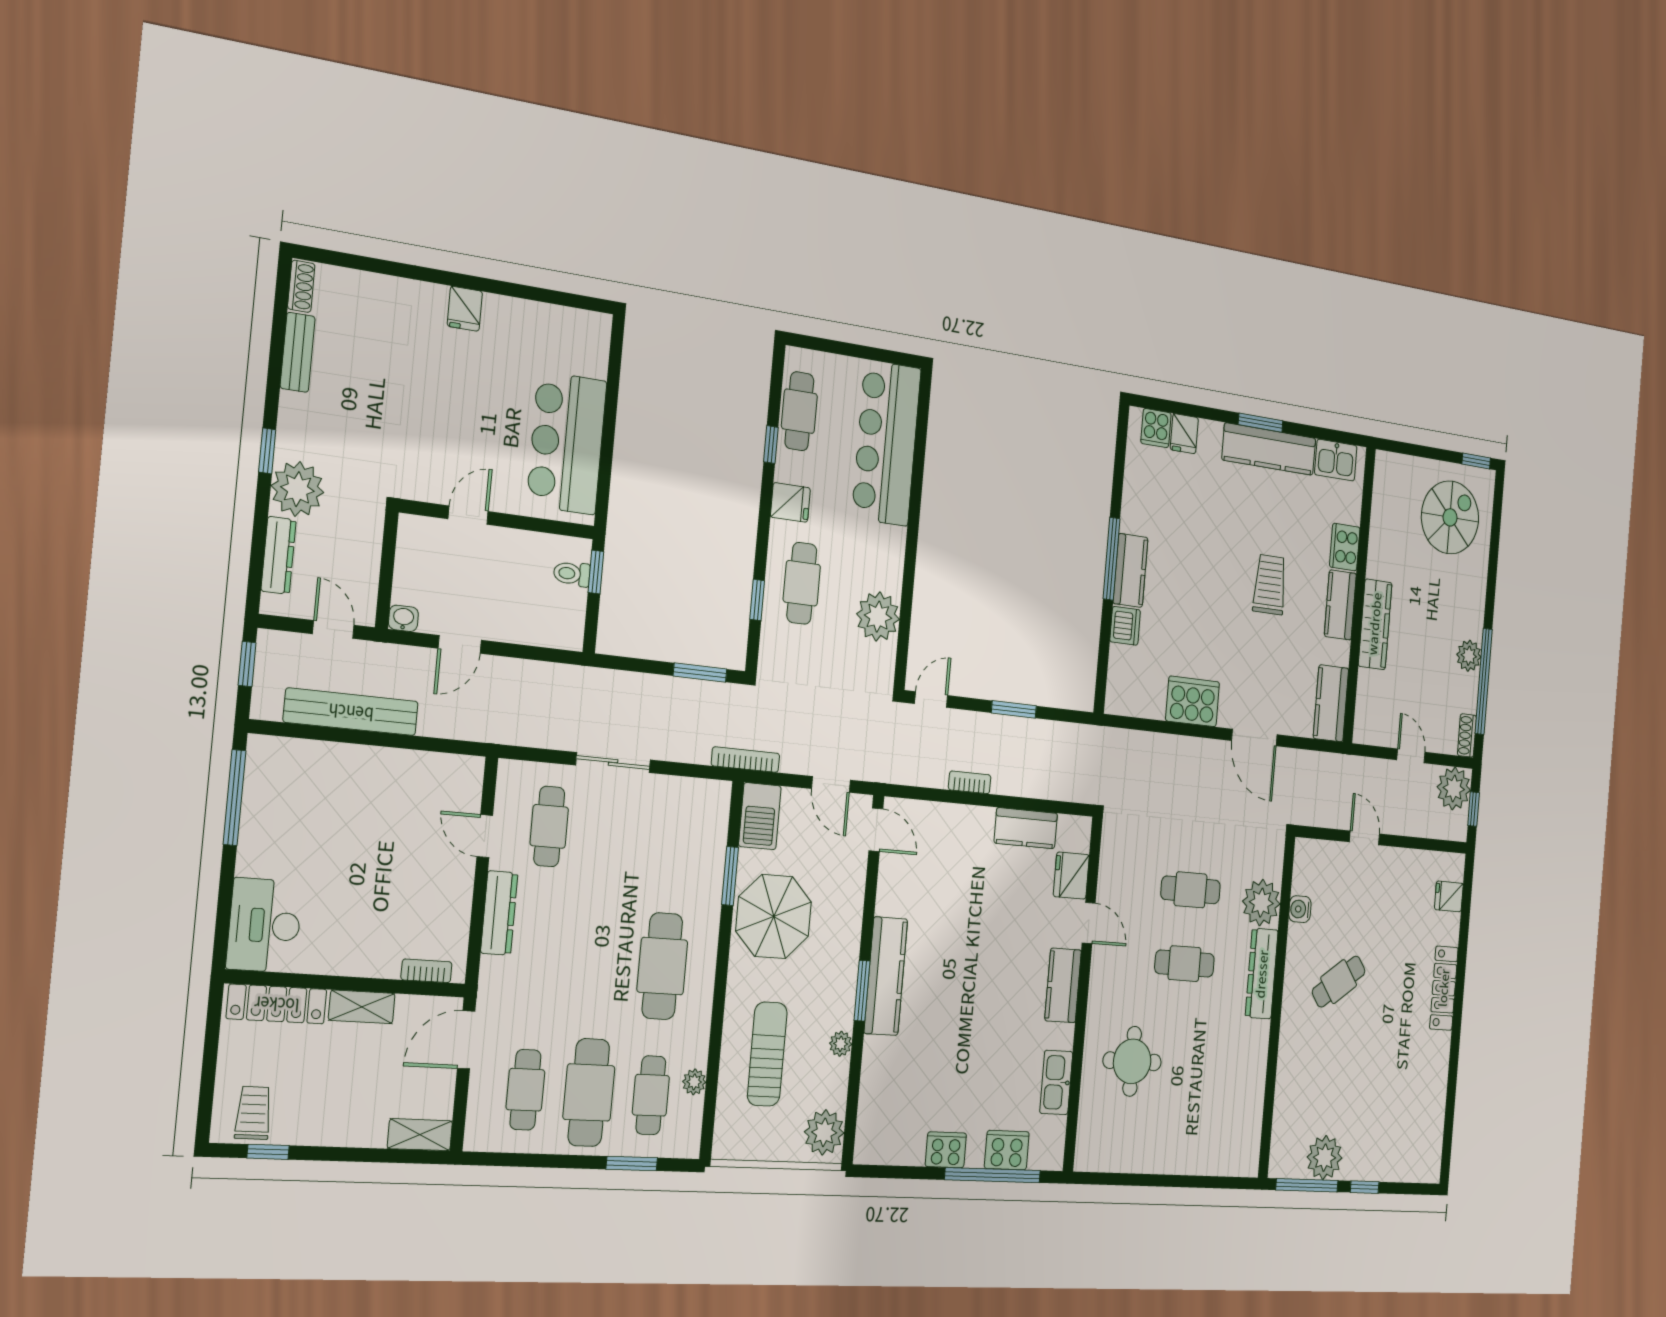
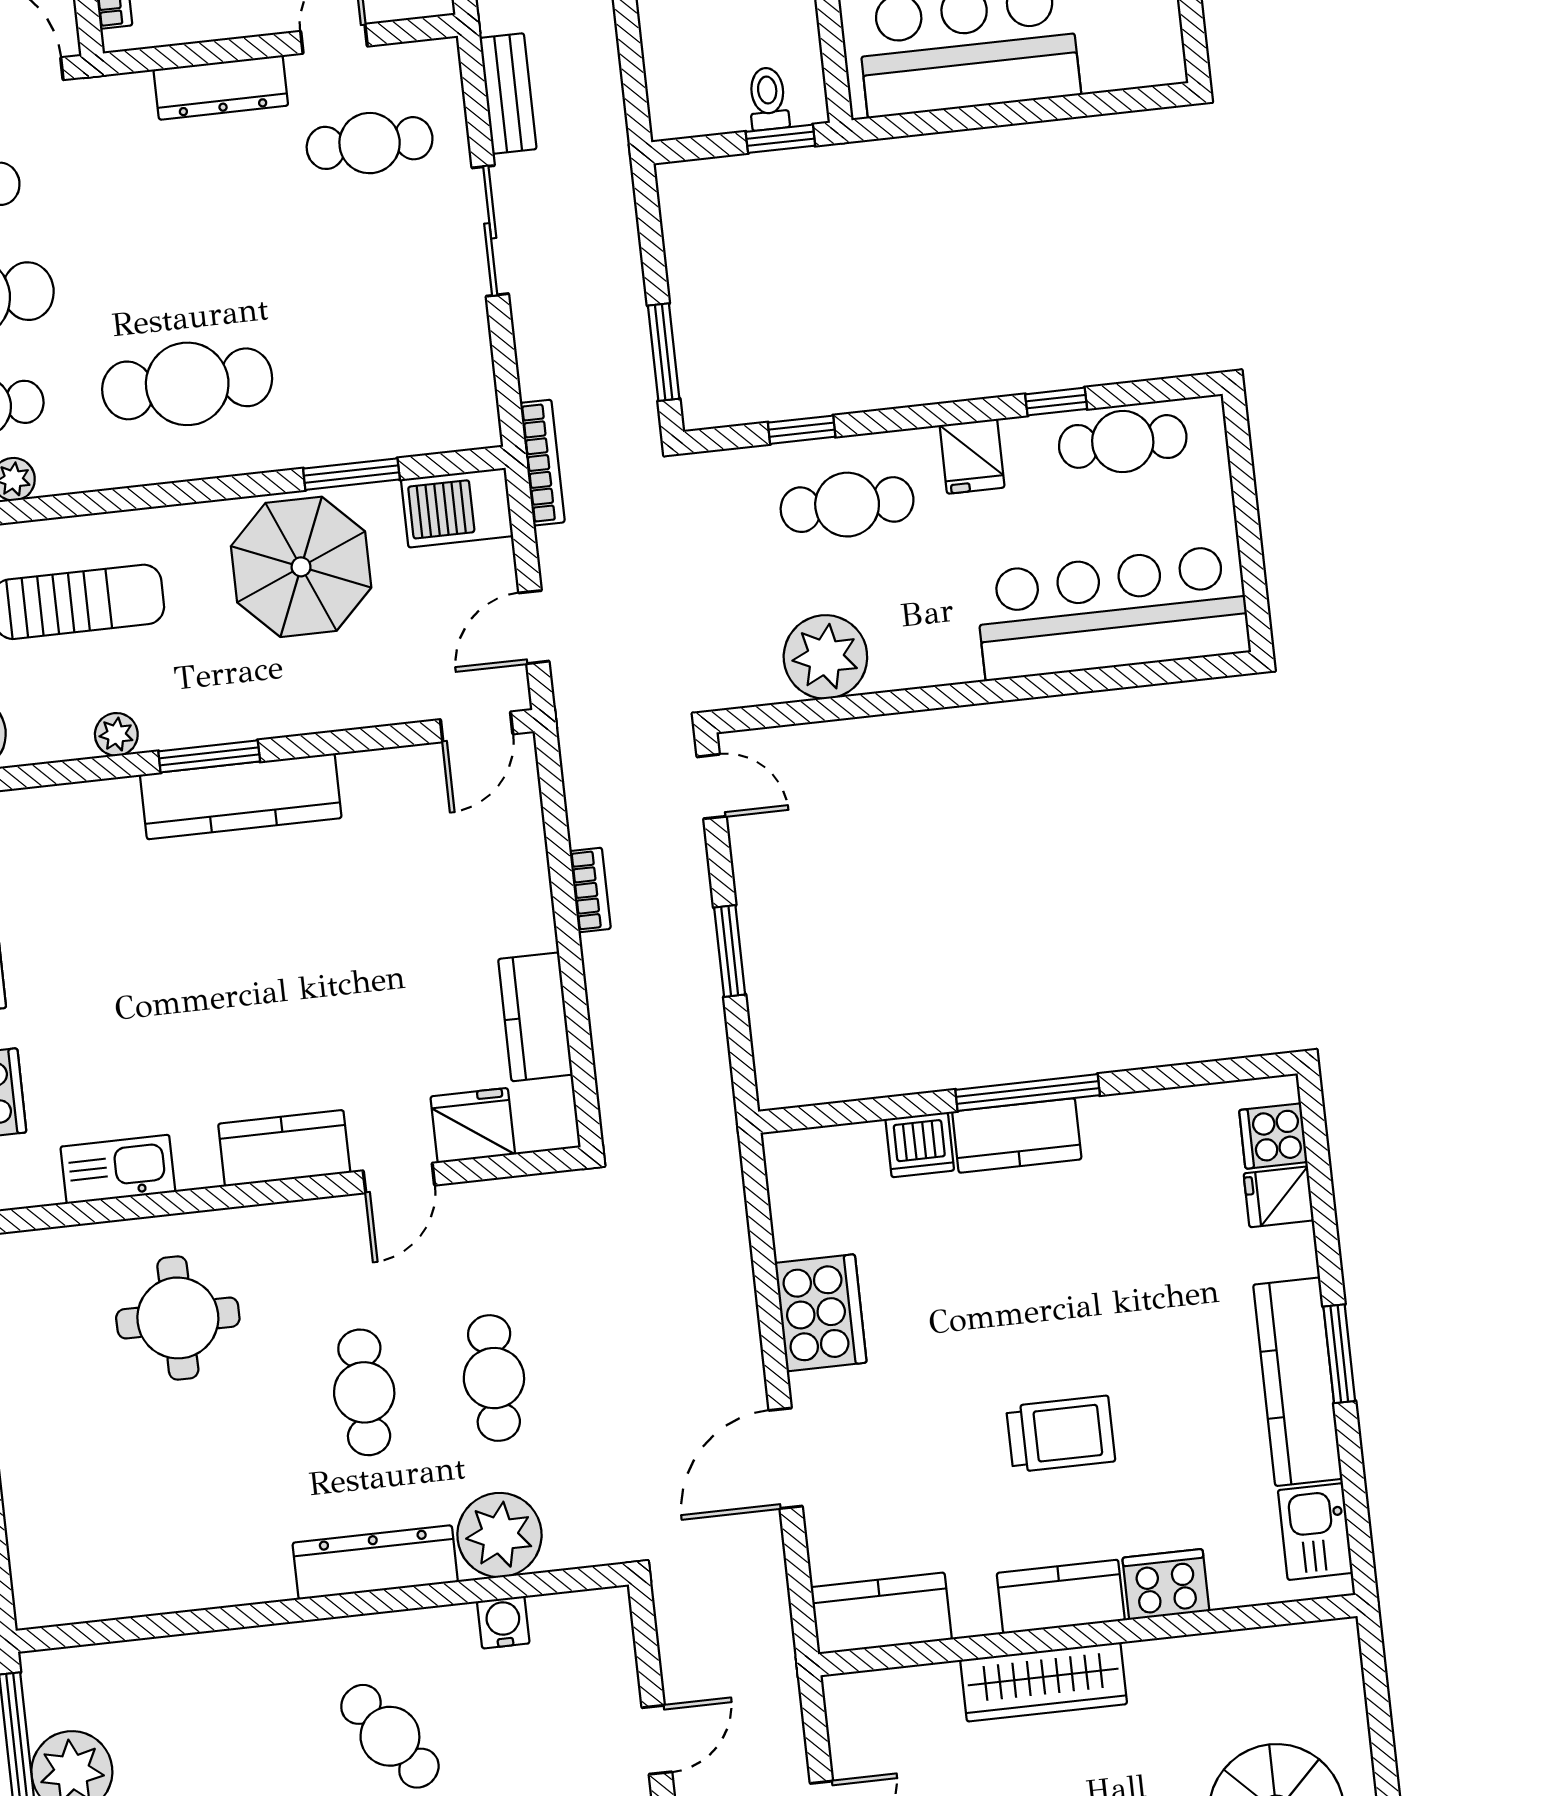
bench: (538, 734) -> (508, 94), added

